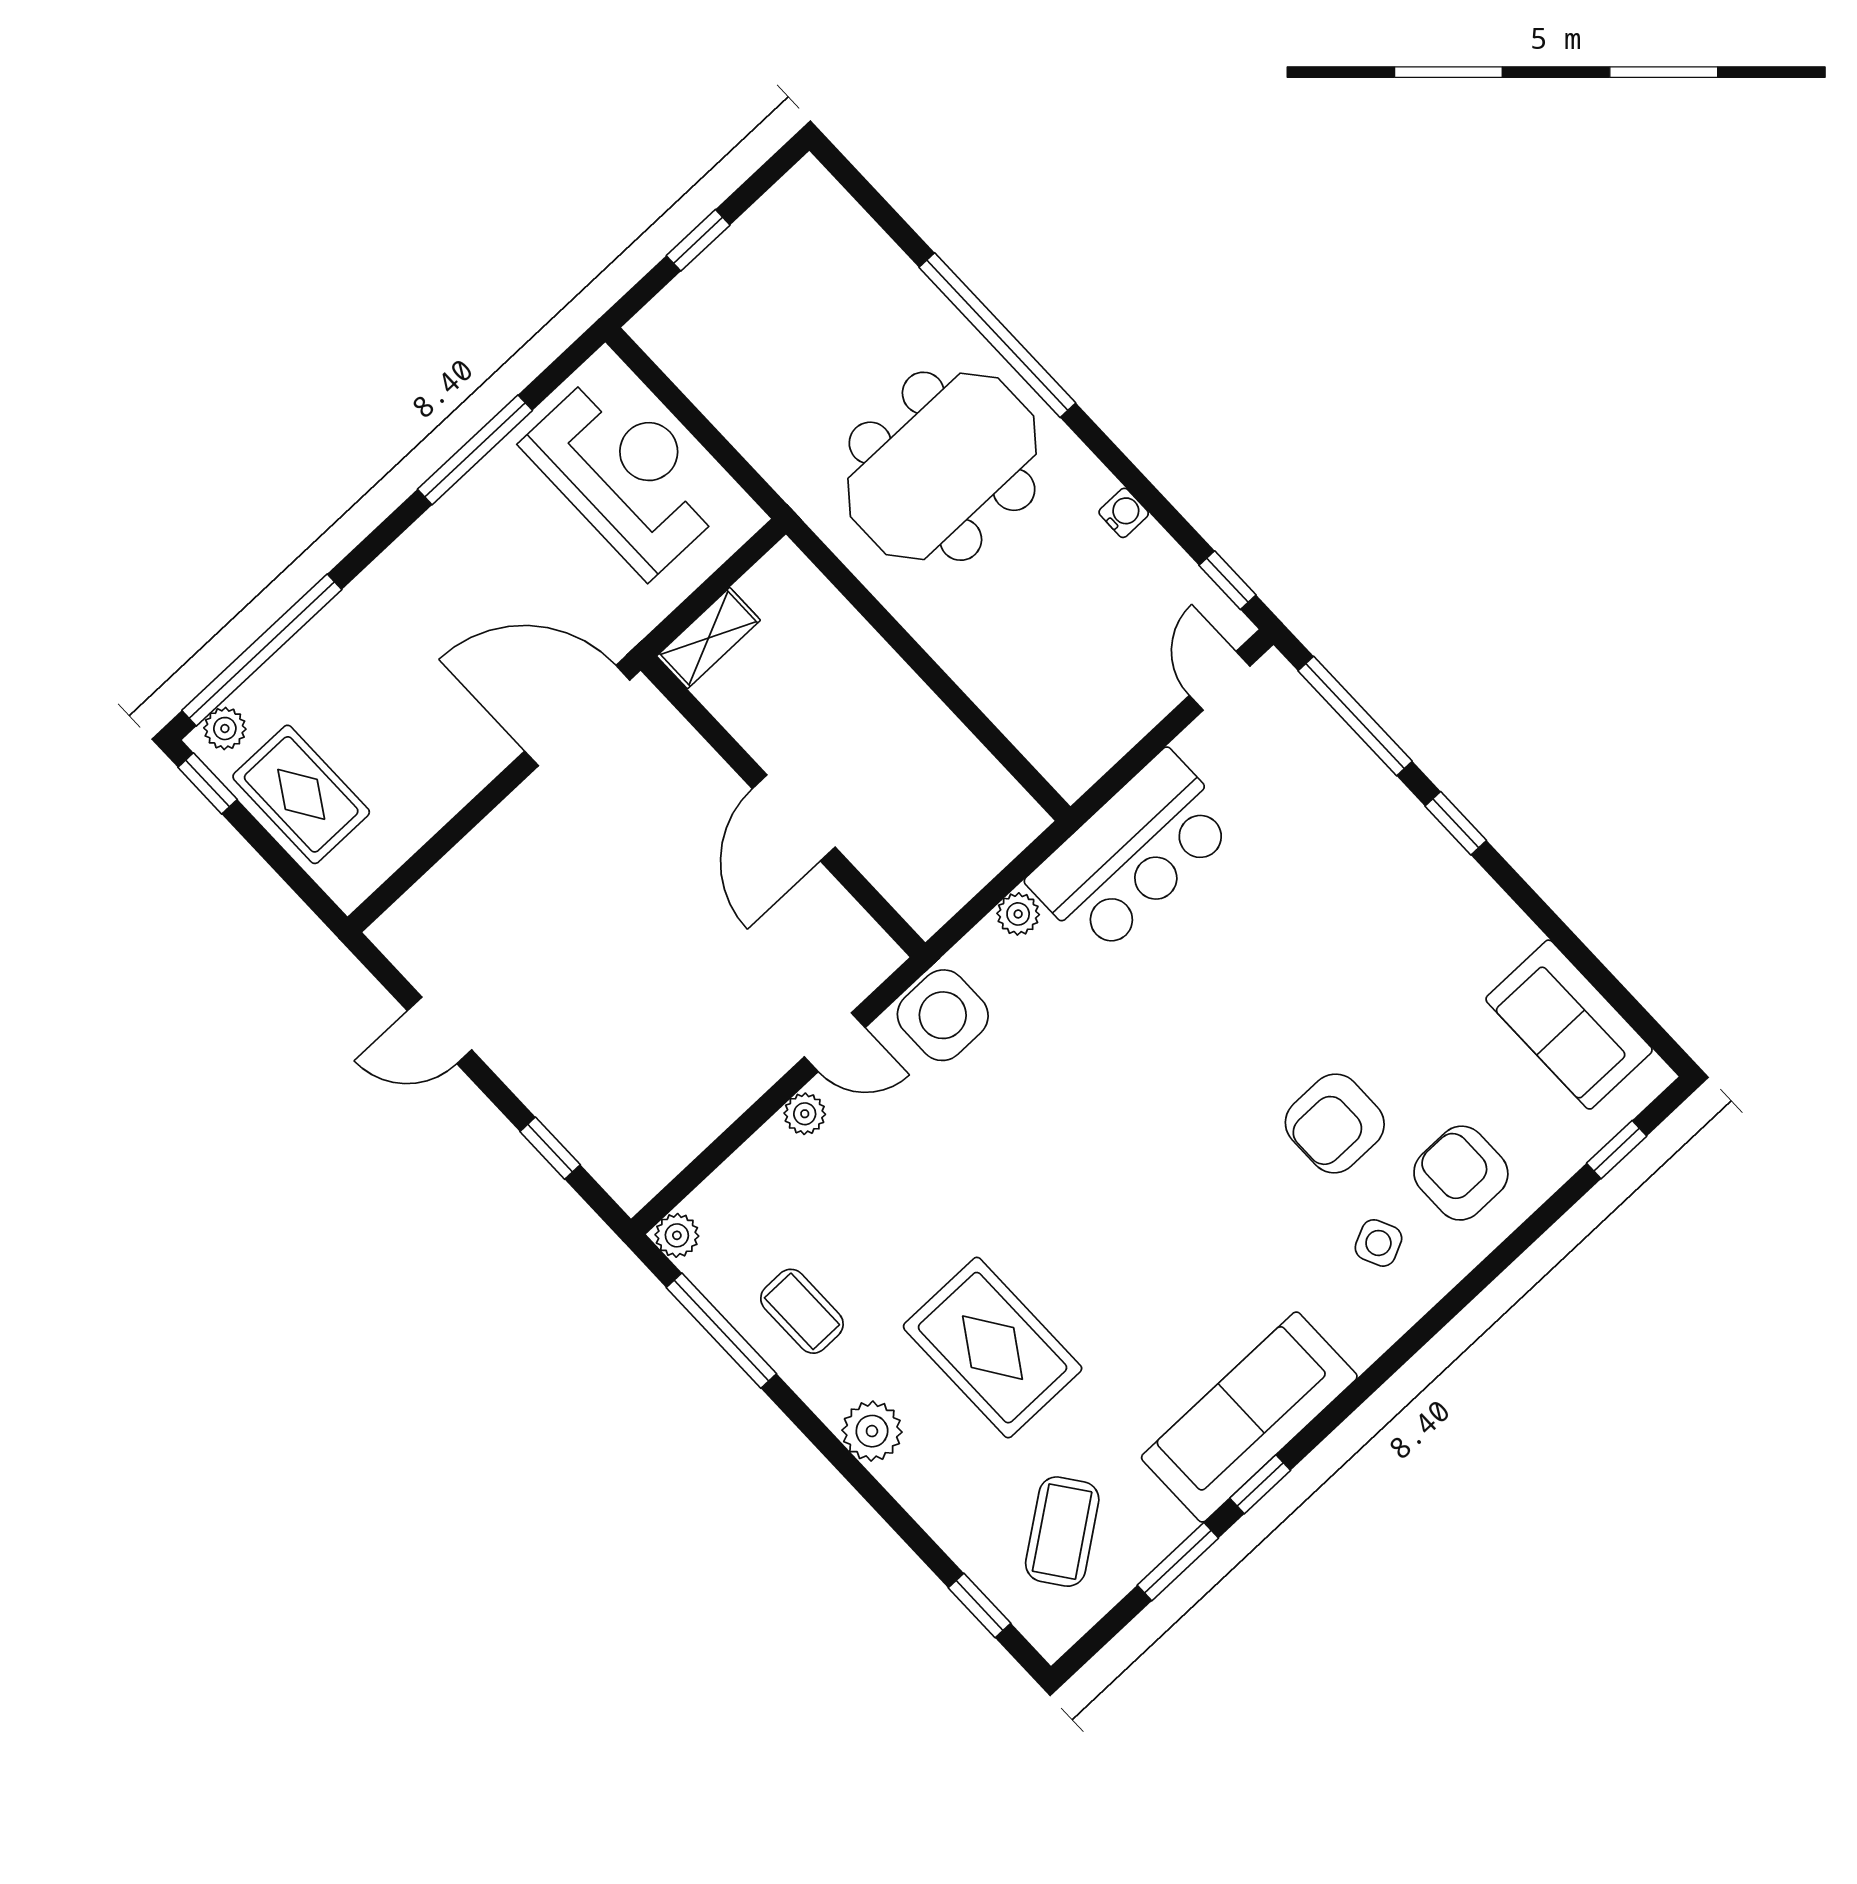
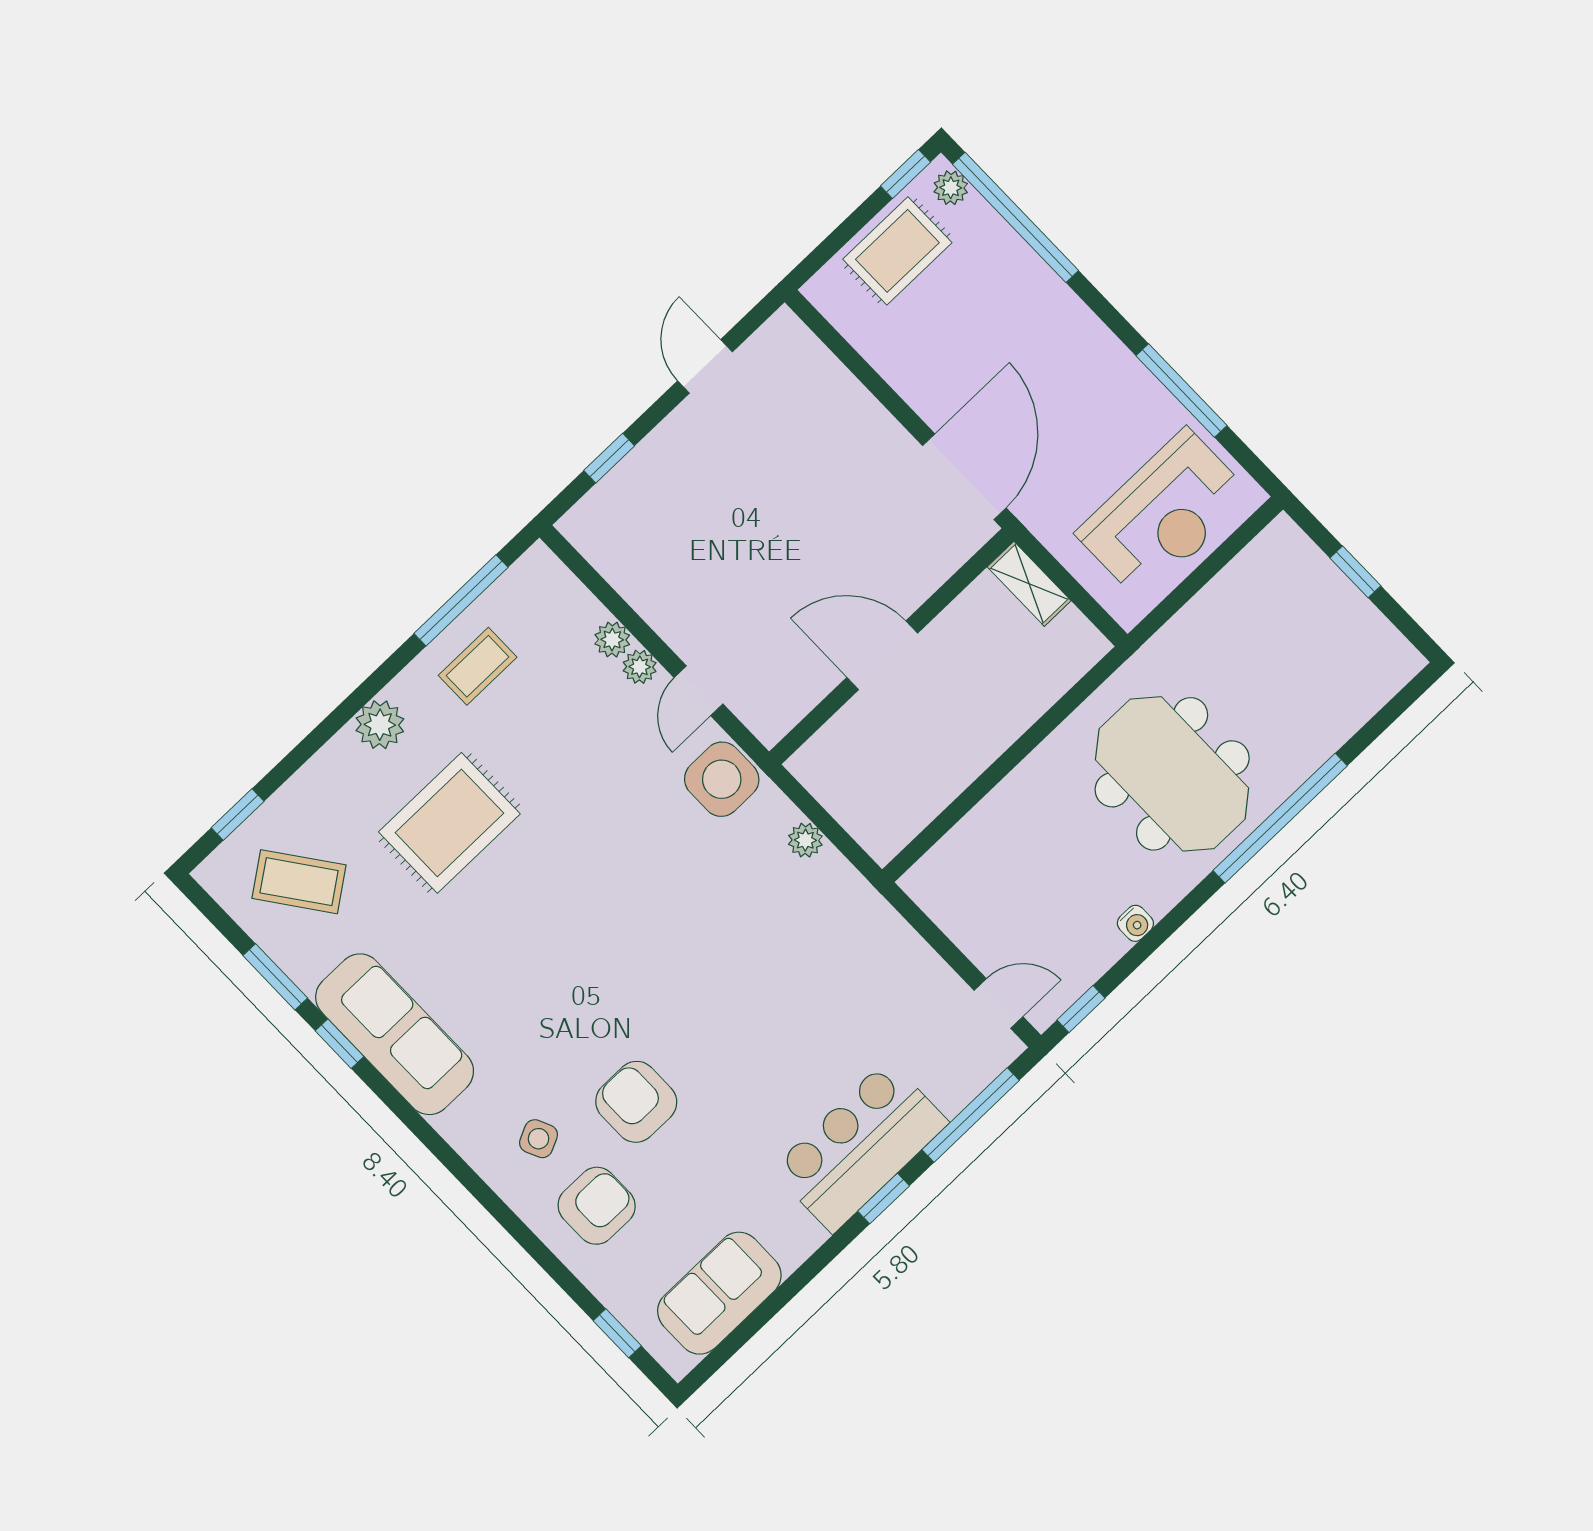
bar counter: (1132, 853) -> (860, 1146), moved, turned 90
plant: (677, 1235) -> (612, 640), moved

